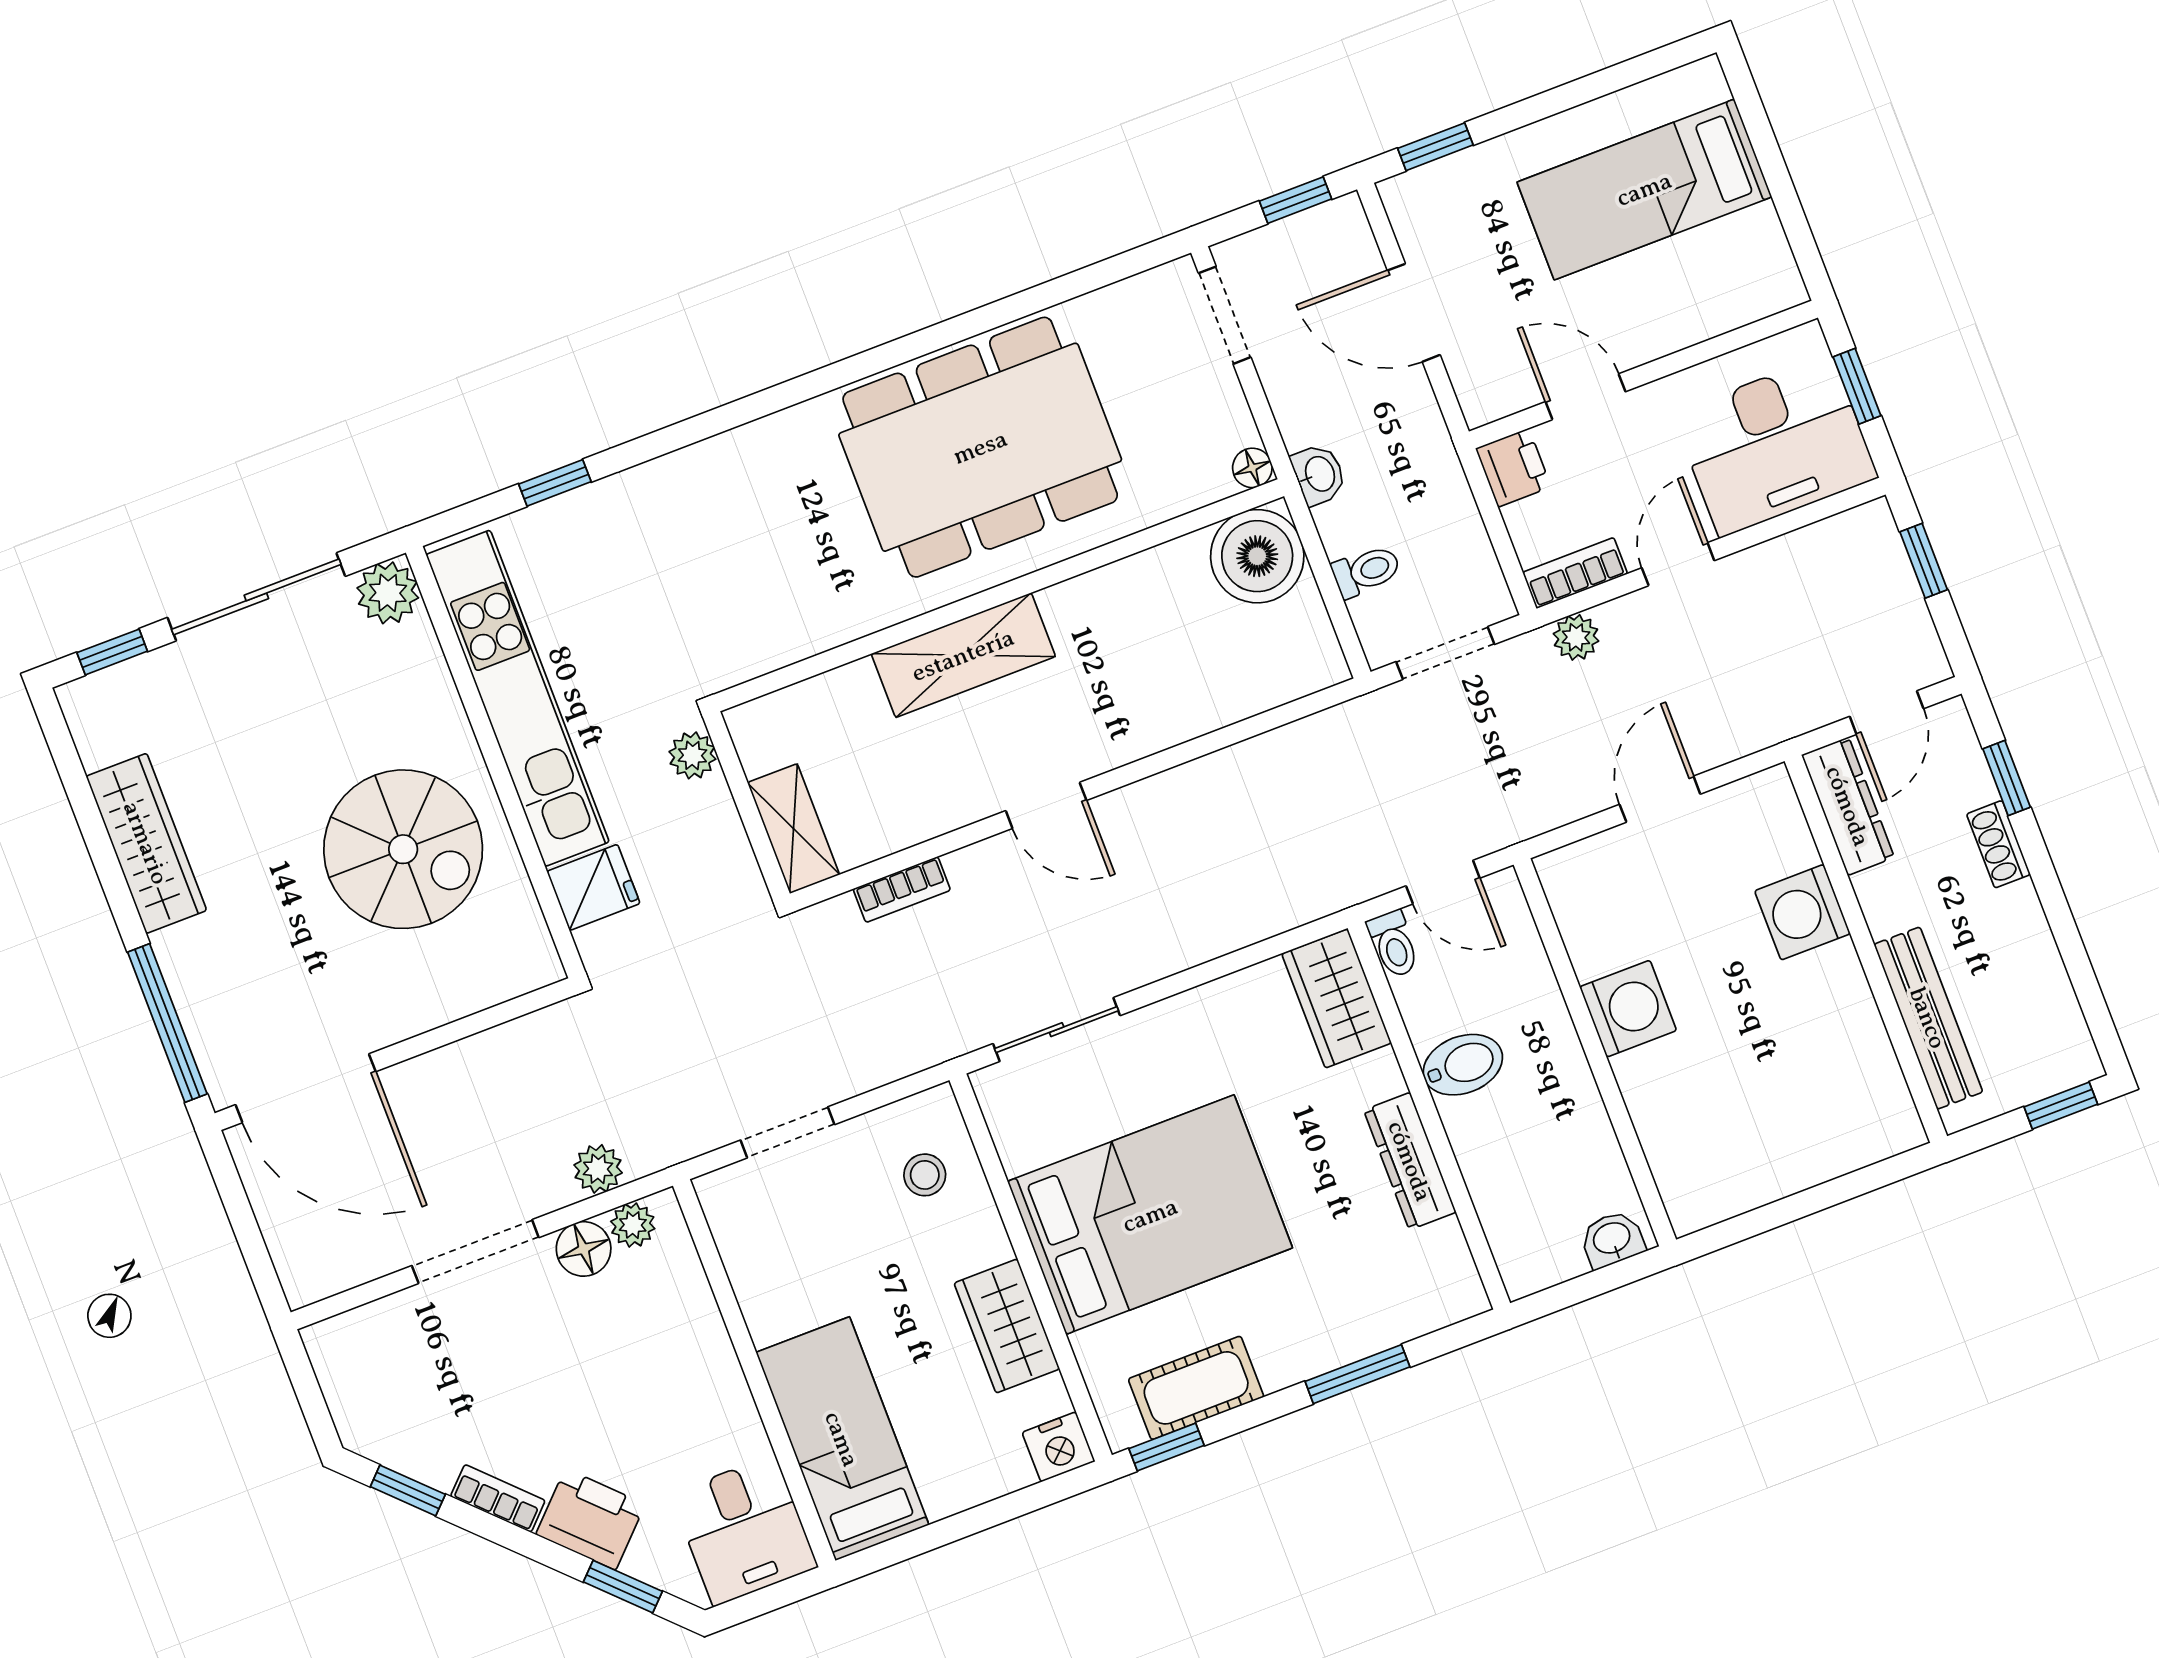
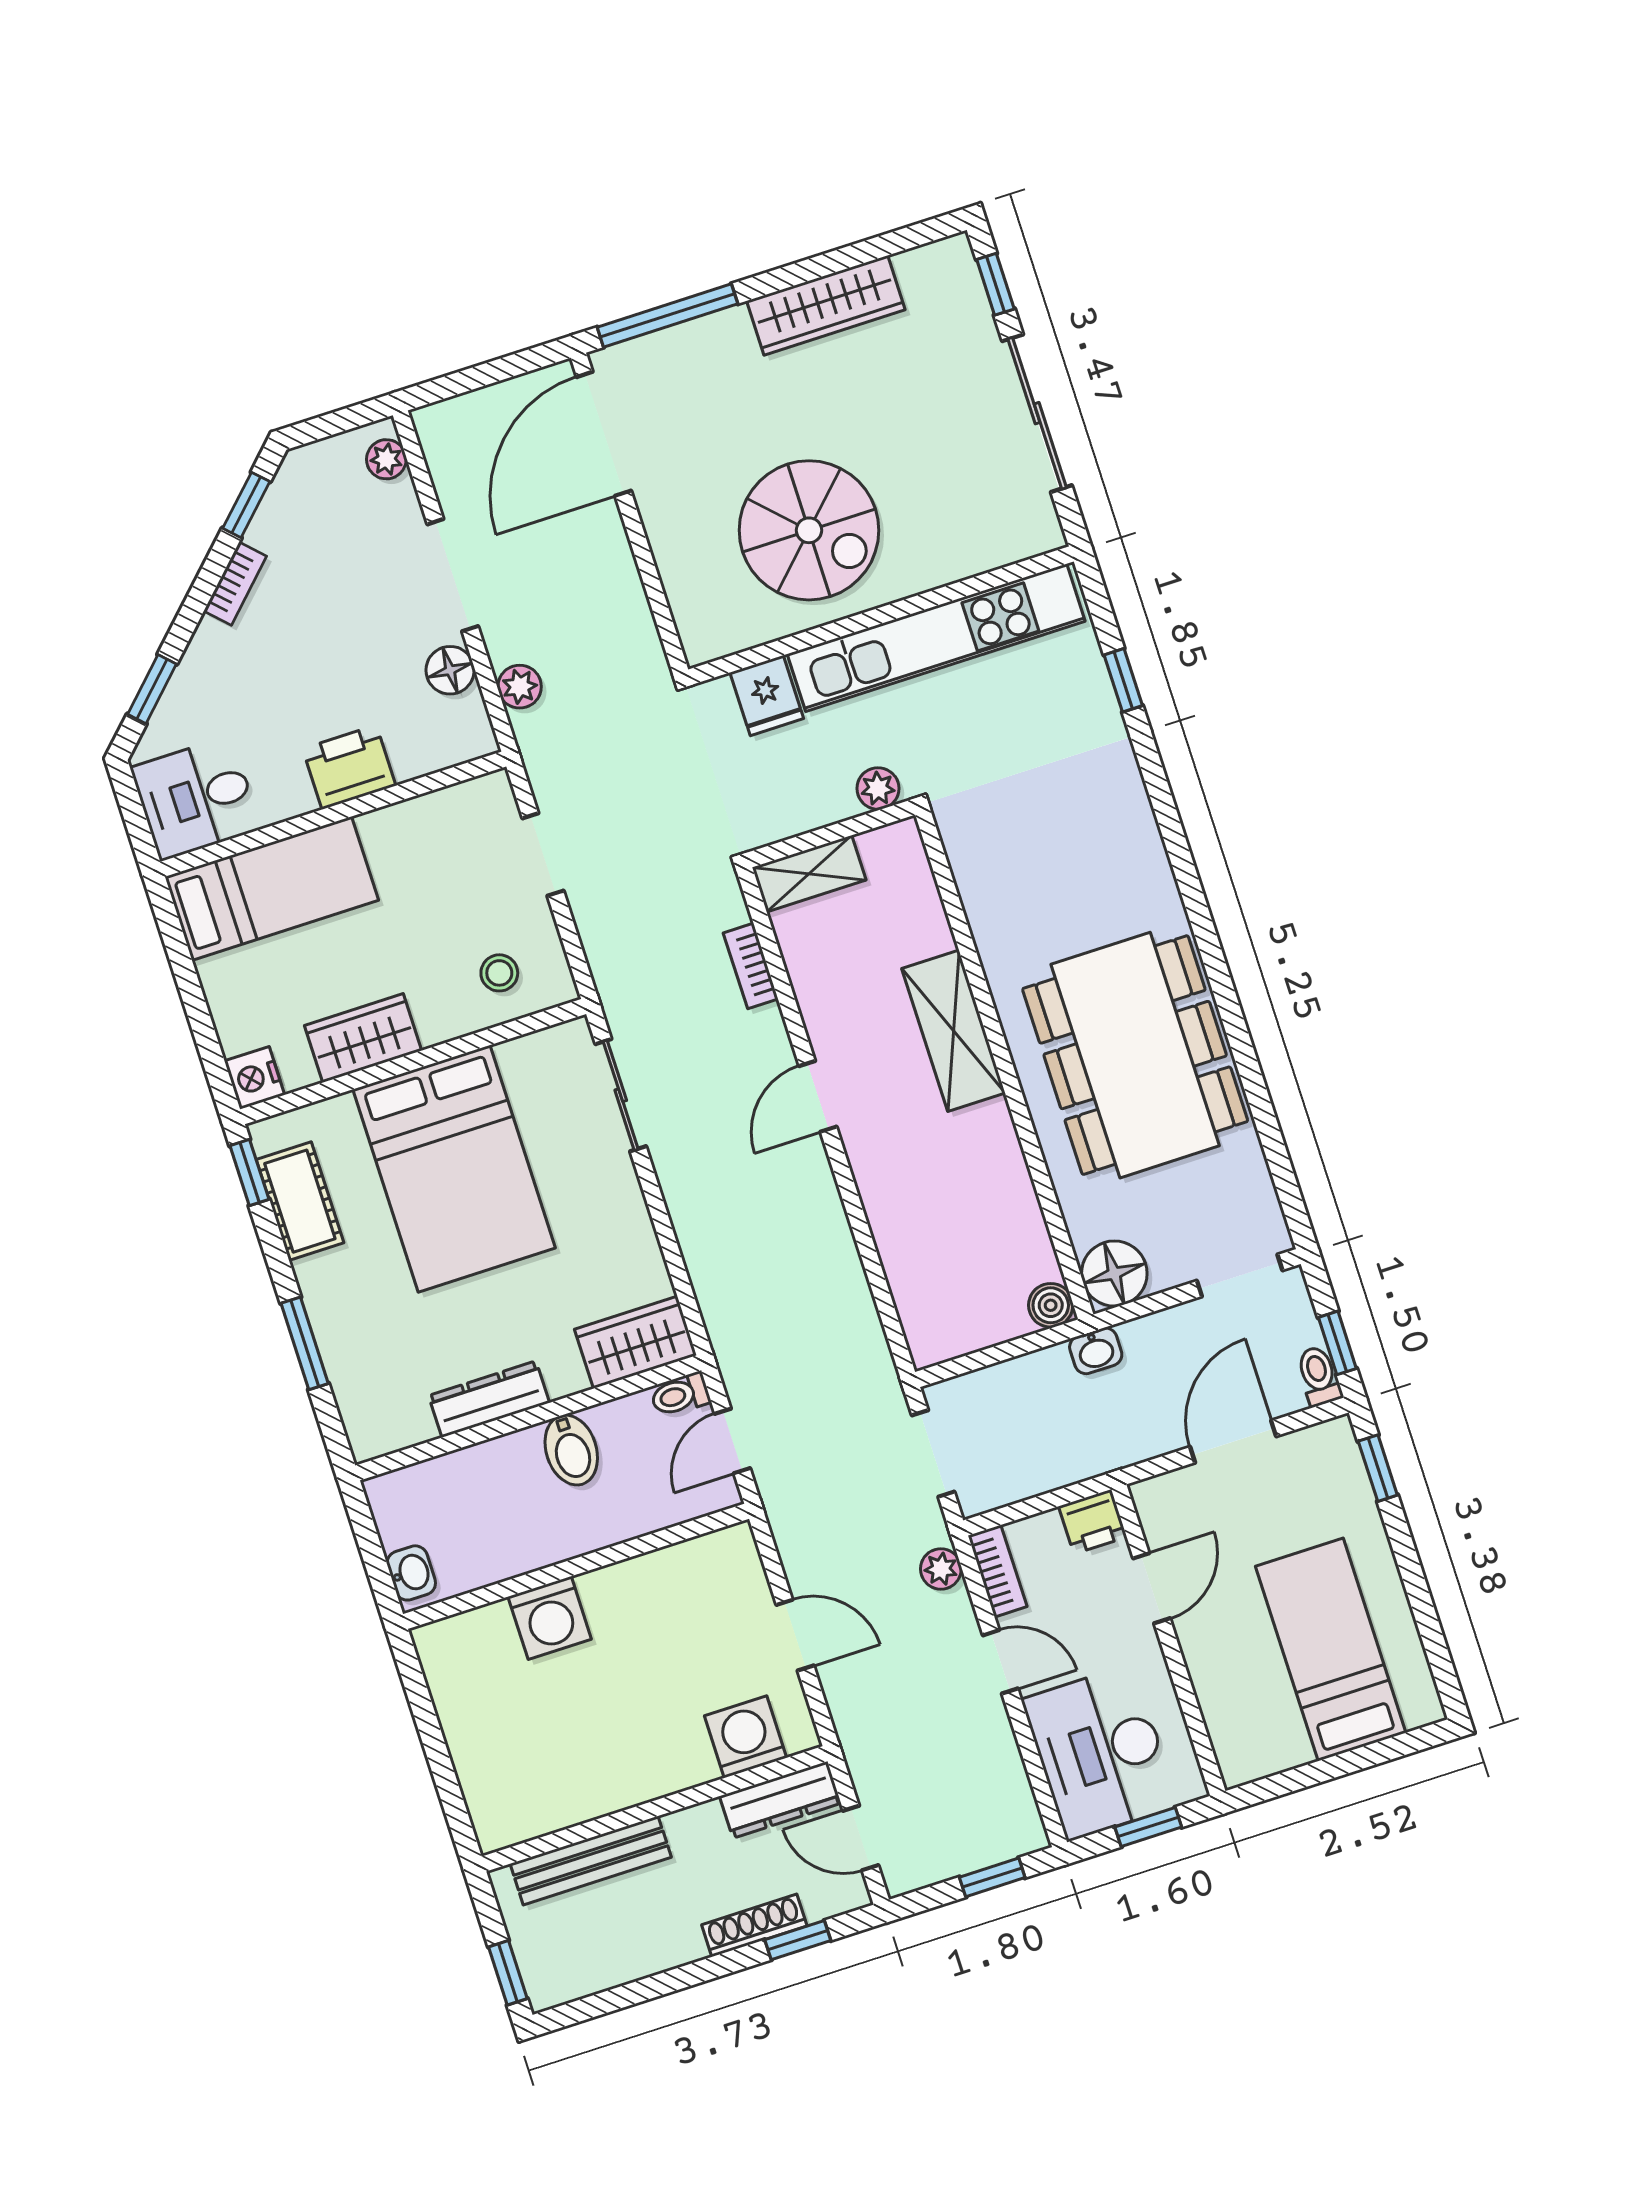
floor lamp: (1252, 468) -> (1114, 1273), width x1.89, depth x1.89
boiler: (1257, 556) -> (1051, 1305), width x0.54, depth x0.54
toilet: (1366, 571) -> (1319, 1376), moved, turned 180
plant: (388, 593) -> (1035, 529), removed
shoe rack: (1998, 844) -> (754, 1925), width x1.43
spiral stairs: (403, 849) -> (809, 530), turned -90
washing machine: (1802, 912) -> (745, 1737), moved
washing machine: (1628, 1009) -> (550, 1618), moved
plant: (633, 1225) -> (386, 459), moved
printer: (590, 1519) -> (349, 767), moved, turned -135

